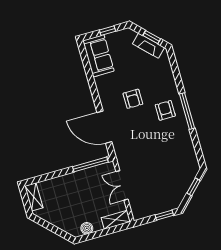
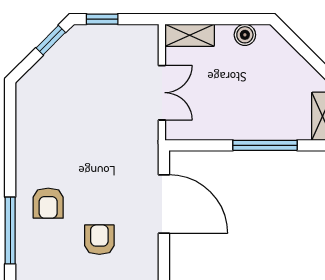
window: (187, 111) -> (10, 231), moved
window: (90, 164) -> (265, 145), moved
window: (194, 187) -> (51, 40), moved

